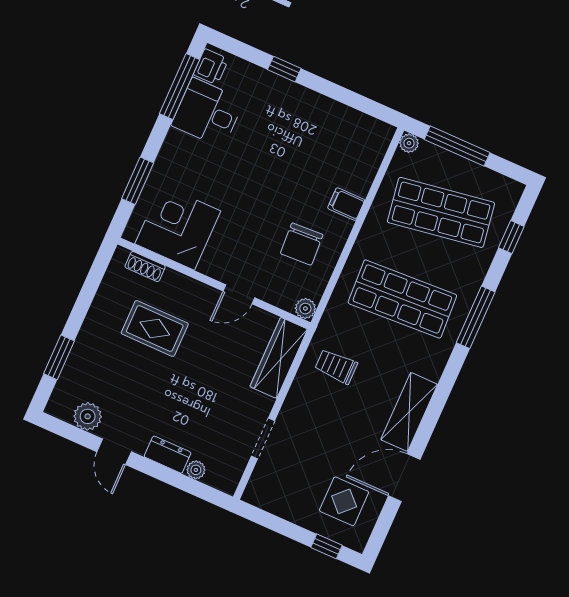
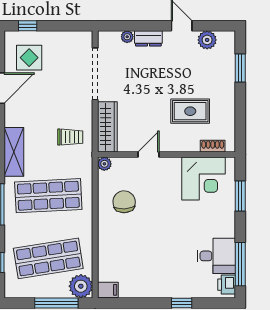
plant: (409, 143) -> (81, 286), width x1.87, depth x1.87
filing cabinet: (346, 204) -> (108, 290), moved
shelving: (409, 412) -> (14, 152), moved
doorway: (263, 438) -> (95, 74), width x1.88

